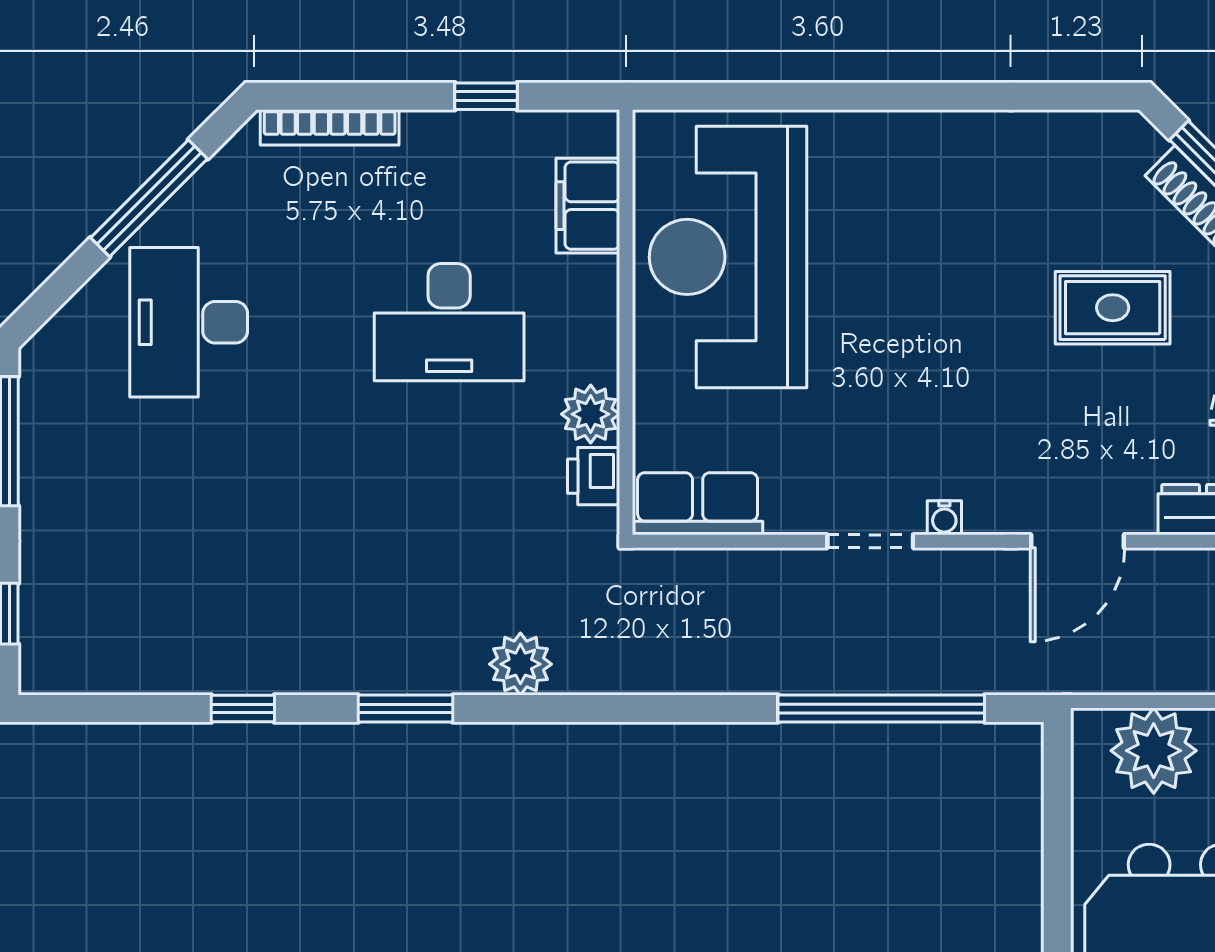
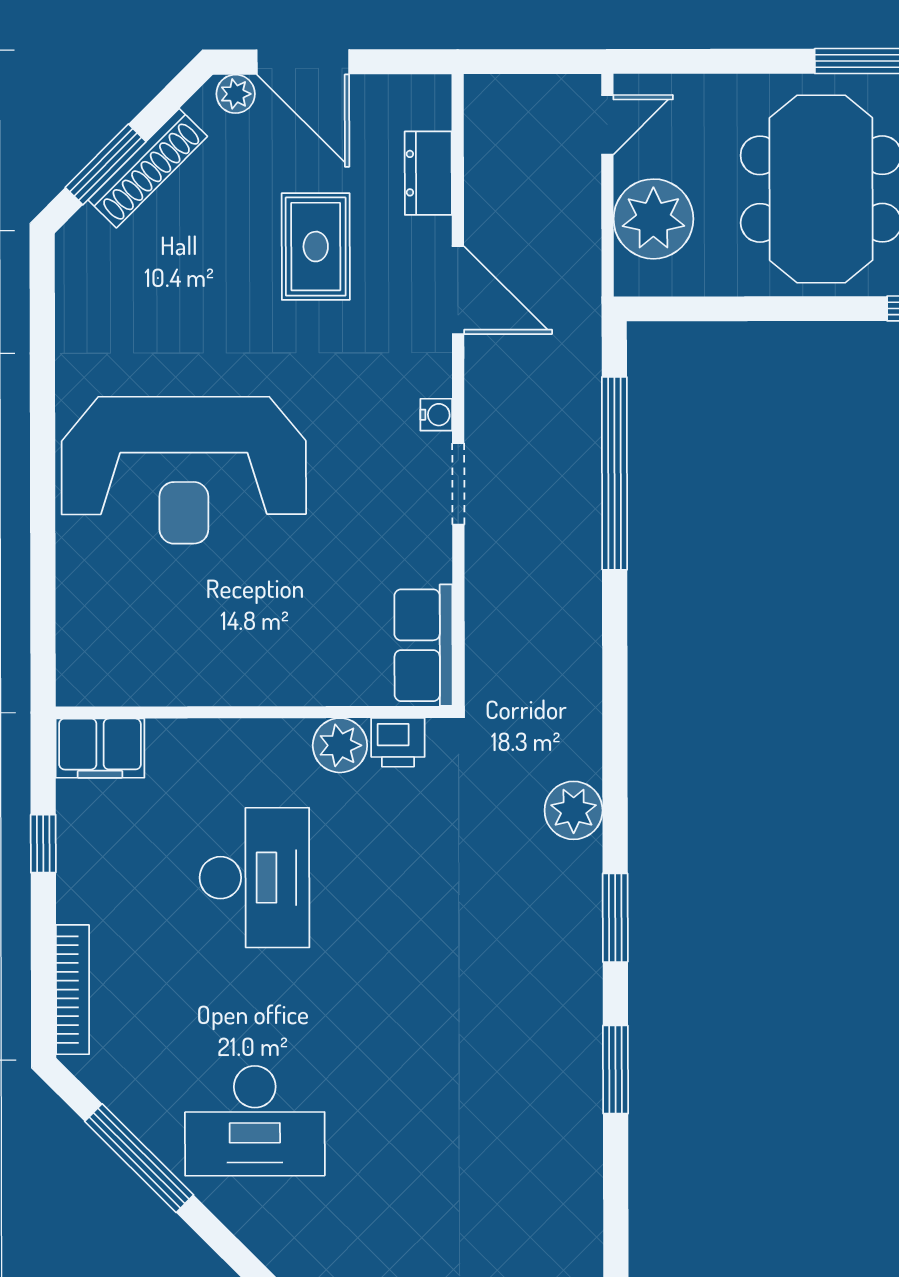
filing cabinet: (588, 206) -> (100, 748), moved
reception desk: (728, 257) -> (184, 470), moved
rug: (1113, 308) -> (316, 247), moved
window: (243, 708) -> (616, 1070), width x1.50

